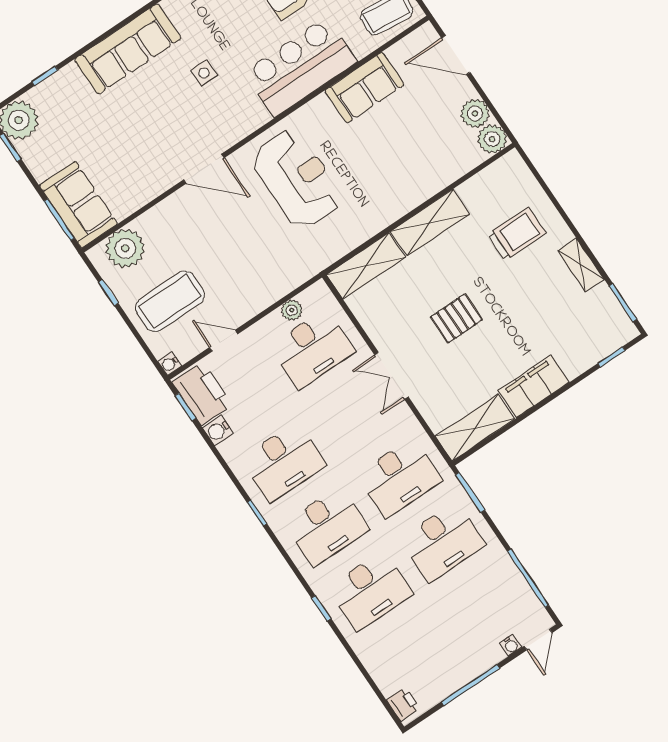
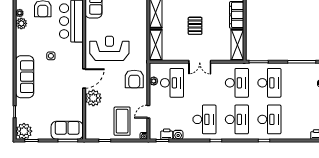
plant: (125, 248) -> (93, 98), moved
armchair: (270, 269) -> (134, 79), added
printer: (202, 393) -> (167, 134), width x0.53, depth x0.68

